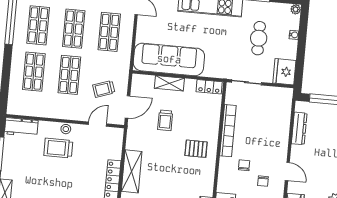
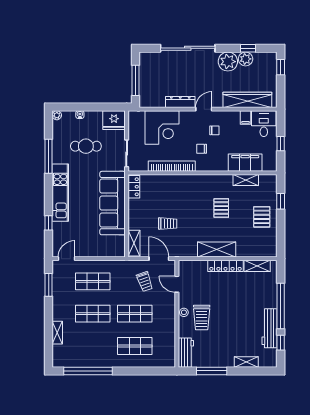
shop shelf: (38, 25) -> (93, 346), removed
sofa: (169, 59) -> (113, 203), moved
shelving: (169, 83) -> (134, 243), moved
corner desk: (271, 124) -> (162, 128), added
dresser: (299, 128) -> (180, 102), moved
pallet: (196, 149) -> (221, 208), moved

